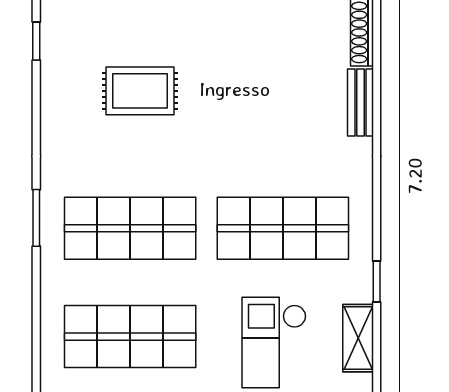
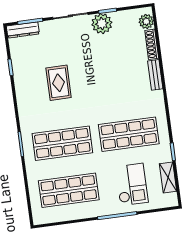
rug: (140, 91) -> (59, 83), turned 90
checkout: (274, 343) -> (132, 184), turned 180

